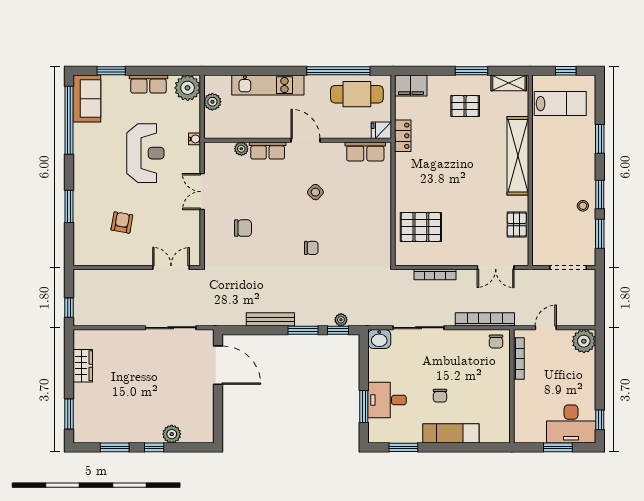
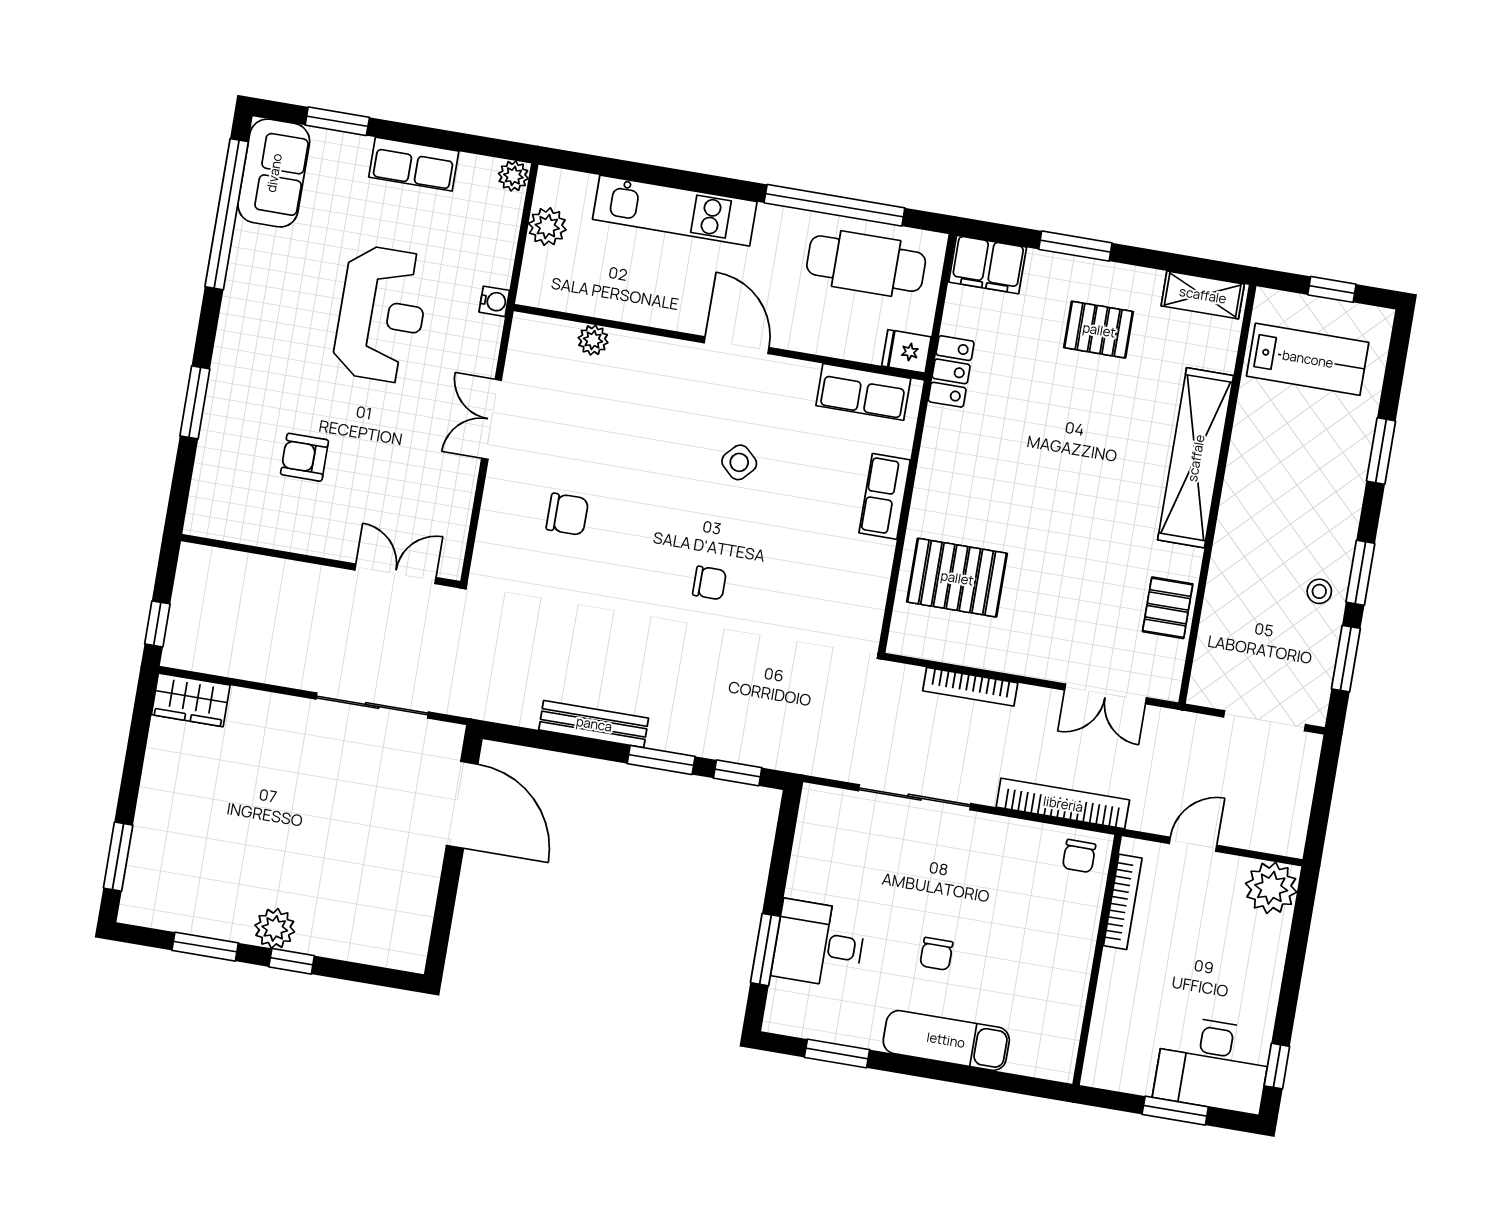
window: (471, 71) -> (1075, 246), moved
plant: (188, 88) -> (513, 176), width x0.53, depth x0.53
row of seats: (268, 151) -> (885, 496), moved, turned 90
armchair: (122, 222) -> (304, 457), turned -100
plant: (341, 320) -> (748, 751), removed
washbasin: (379, 339) -> (824, 807), removed
wardrobe: (83, 366) -> (191, 700), moved, turned 90
plant: (172, 434) -> (275, 928), moved

